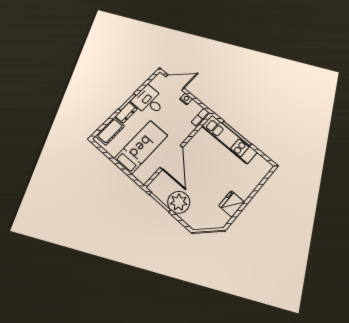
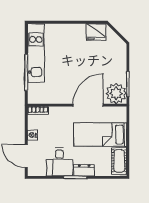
cot: (110, 131) -> (119, 161), moved, turned 90
kitchen unit: (229, 139) -> (36, 53), moved
plant: (179, 202) -> (116, 93), moved
fridge: (232, 204) -> (96, 32), moved

